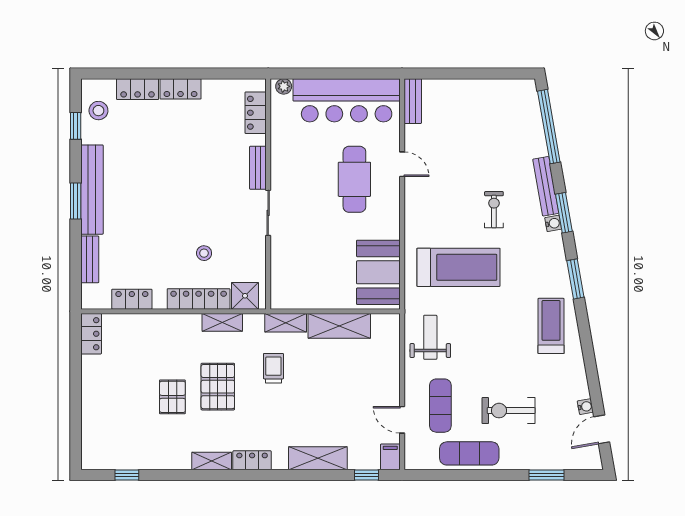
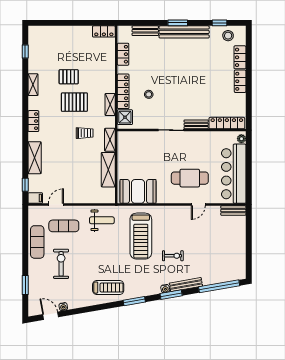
locker: (256, 113) -> (227, 123), width x1.53
shelving: (212, 461) -> (33, 85), moved

